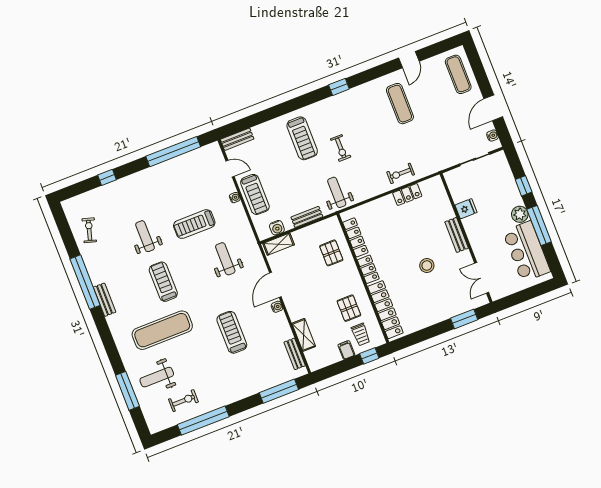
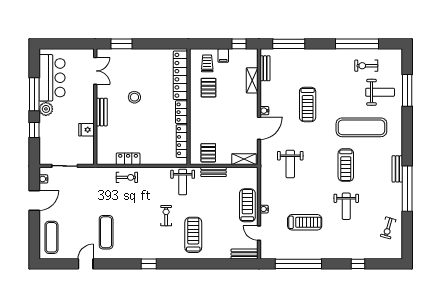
treadmill: (194, 224) -> (305, 222), moved
water cooler: (277, 228) -> (240, 173), removed
pallet: (331, 253) -> (208, 153), moved
window: (369, 356) -> (239, 44), moved

